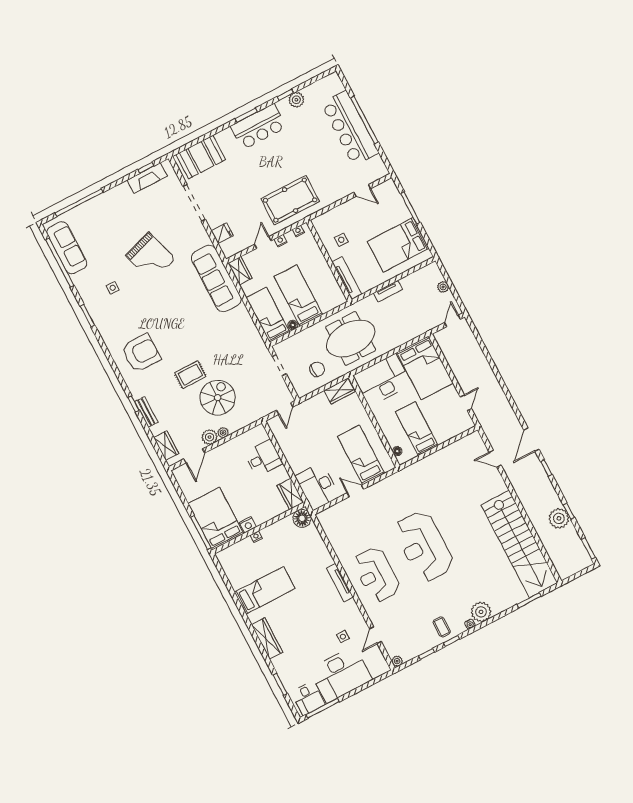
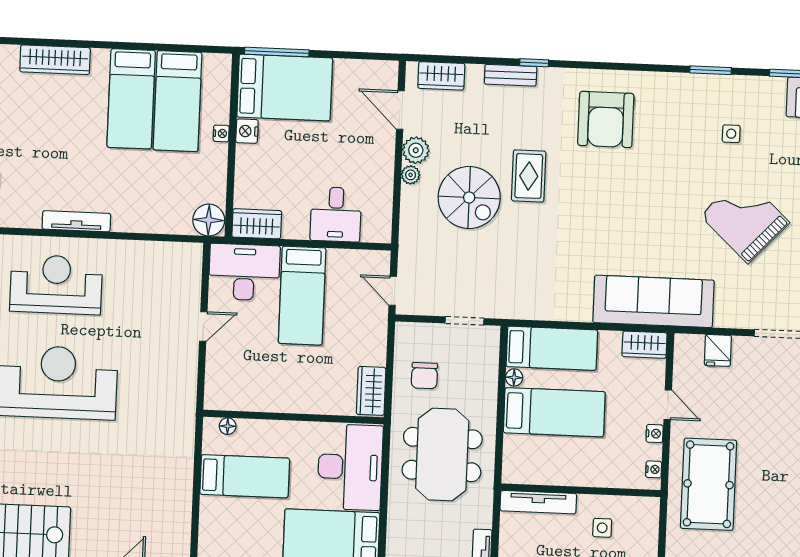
grand piano: (150, 257) -> (745, 219), turned 61
bed: (361, 455) -> (302, 296), moved, turned 90
bed: (253, 567) -> (178, 101), added

